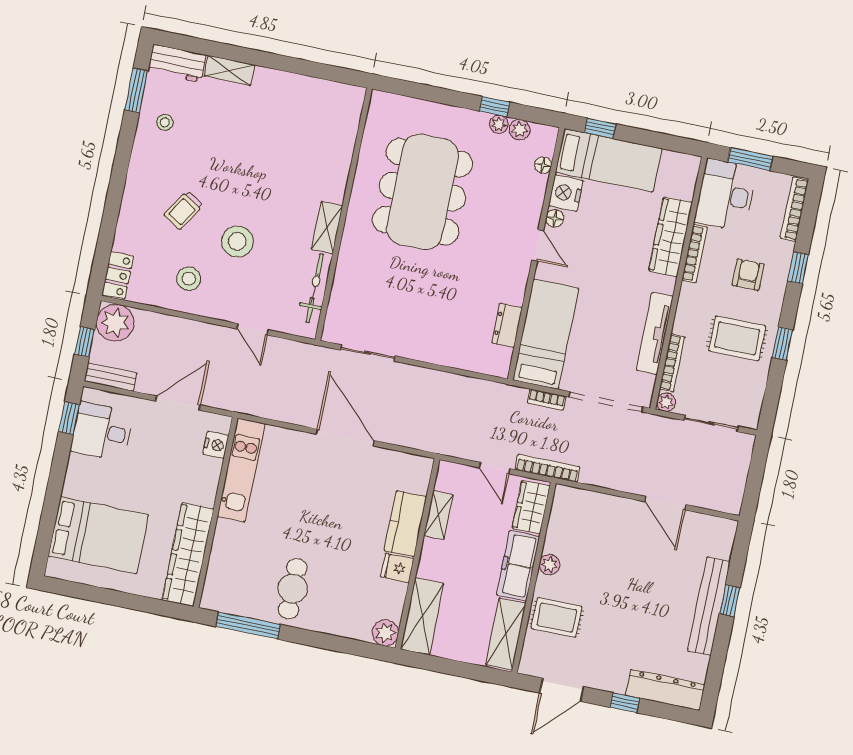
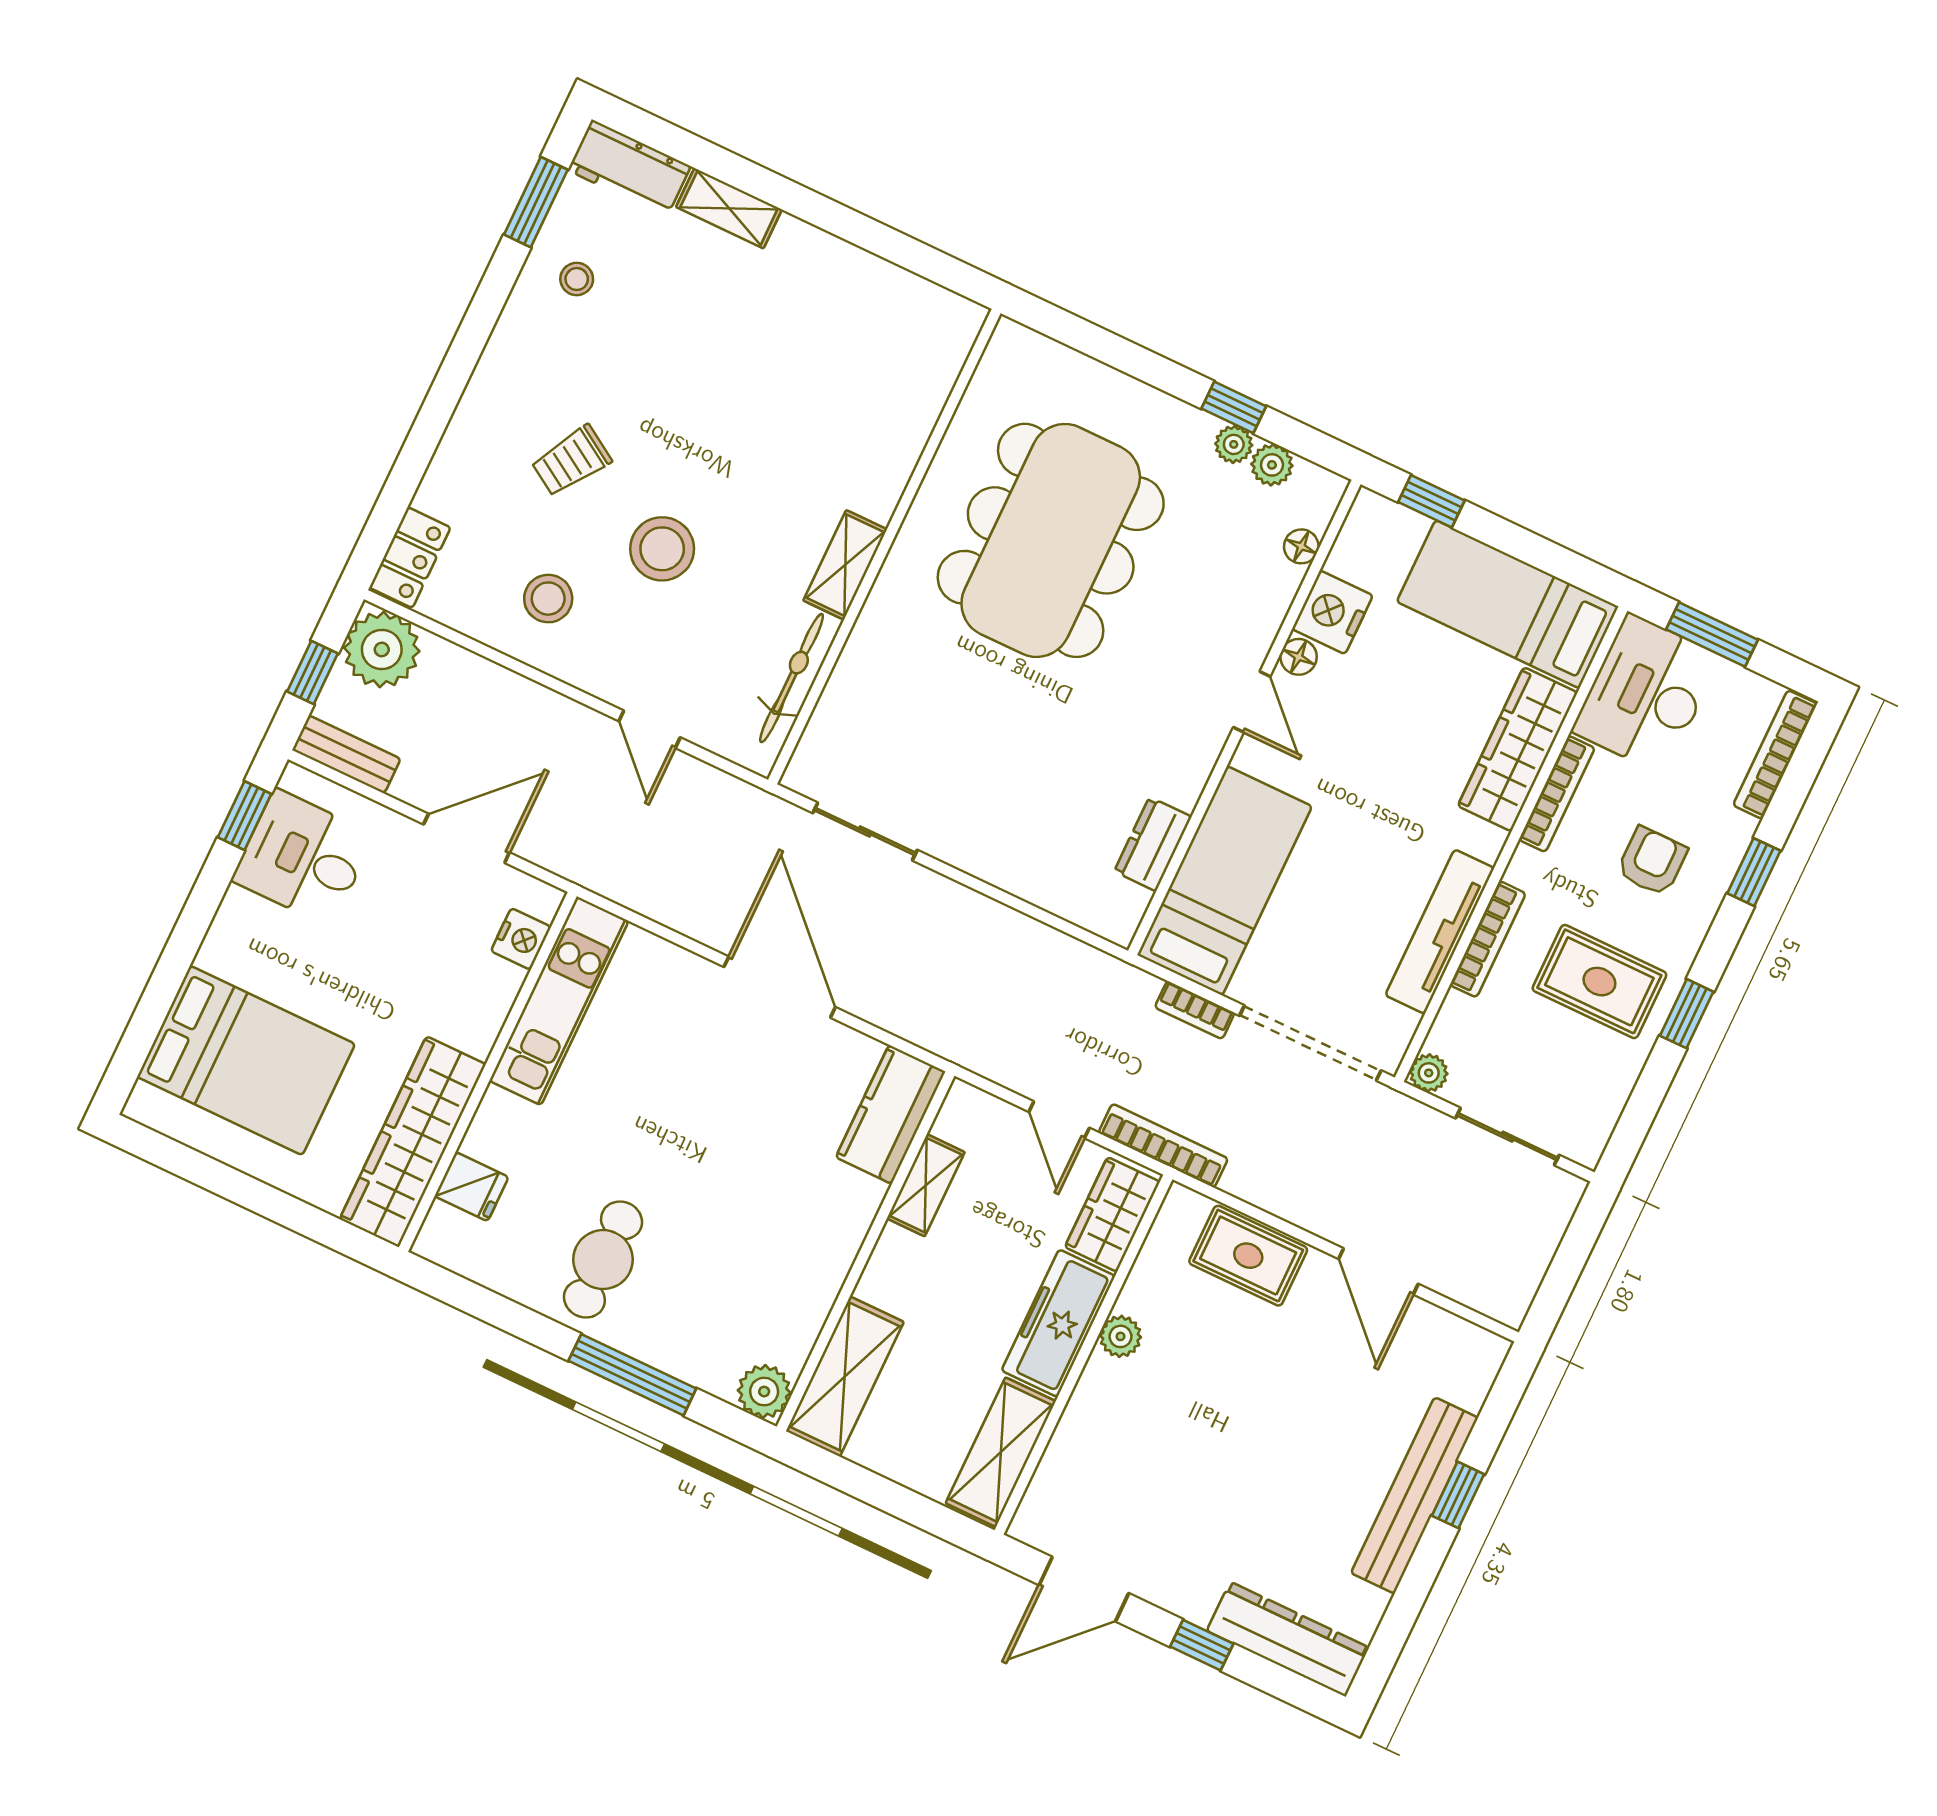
bed: (609, 160) -> (1507, 604), moved, turned 180
bookcase: (672, 363) -> (1488, 939), moved
kitchen counter: (405, 524) -> (891, 1114), moved
fridge: (397, 568) -> (471, 1187), moved, turned 180
rug: (557, 618) -> (1248, 1256), moved
window: (248, 625) -> (632, 1375), moved

